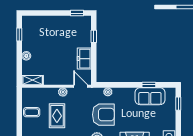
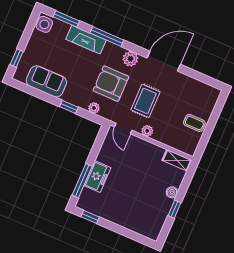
window: (19, 35) -> (174, 209), moved
window: (94, 36) -> (82, 181), width x2.17
freezer: (84, 59) -> (97, 177), moved
window: (149, 85) -> (69, 107), moved
rug: (57, 116) -> (145, 101), moved

